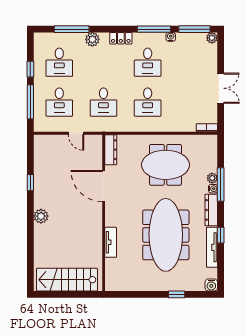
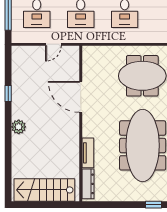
door: (76, 133) -> (53, 44), hinge flipped
dresser: (111, 150) -> (88, 184), moved

